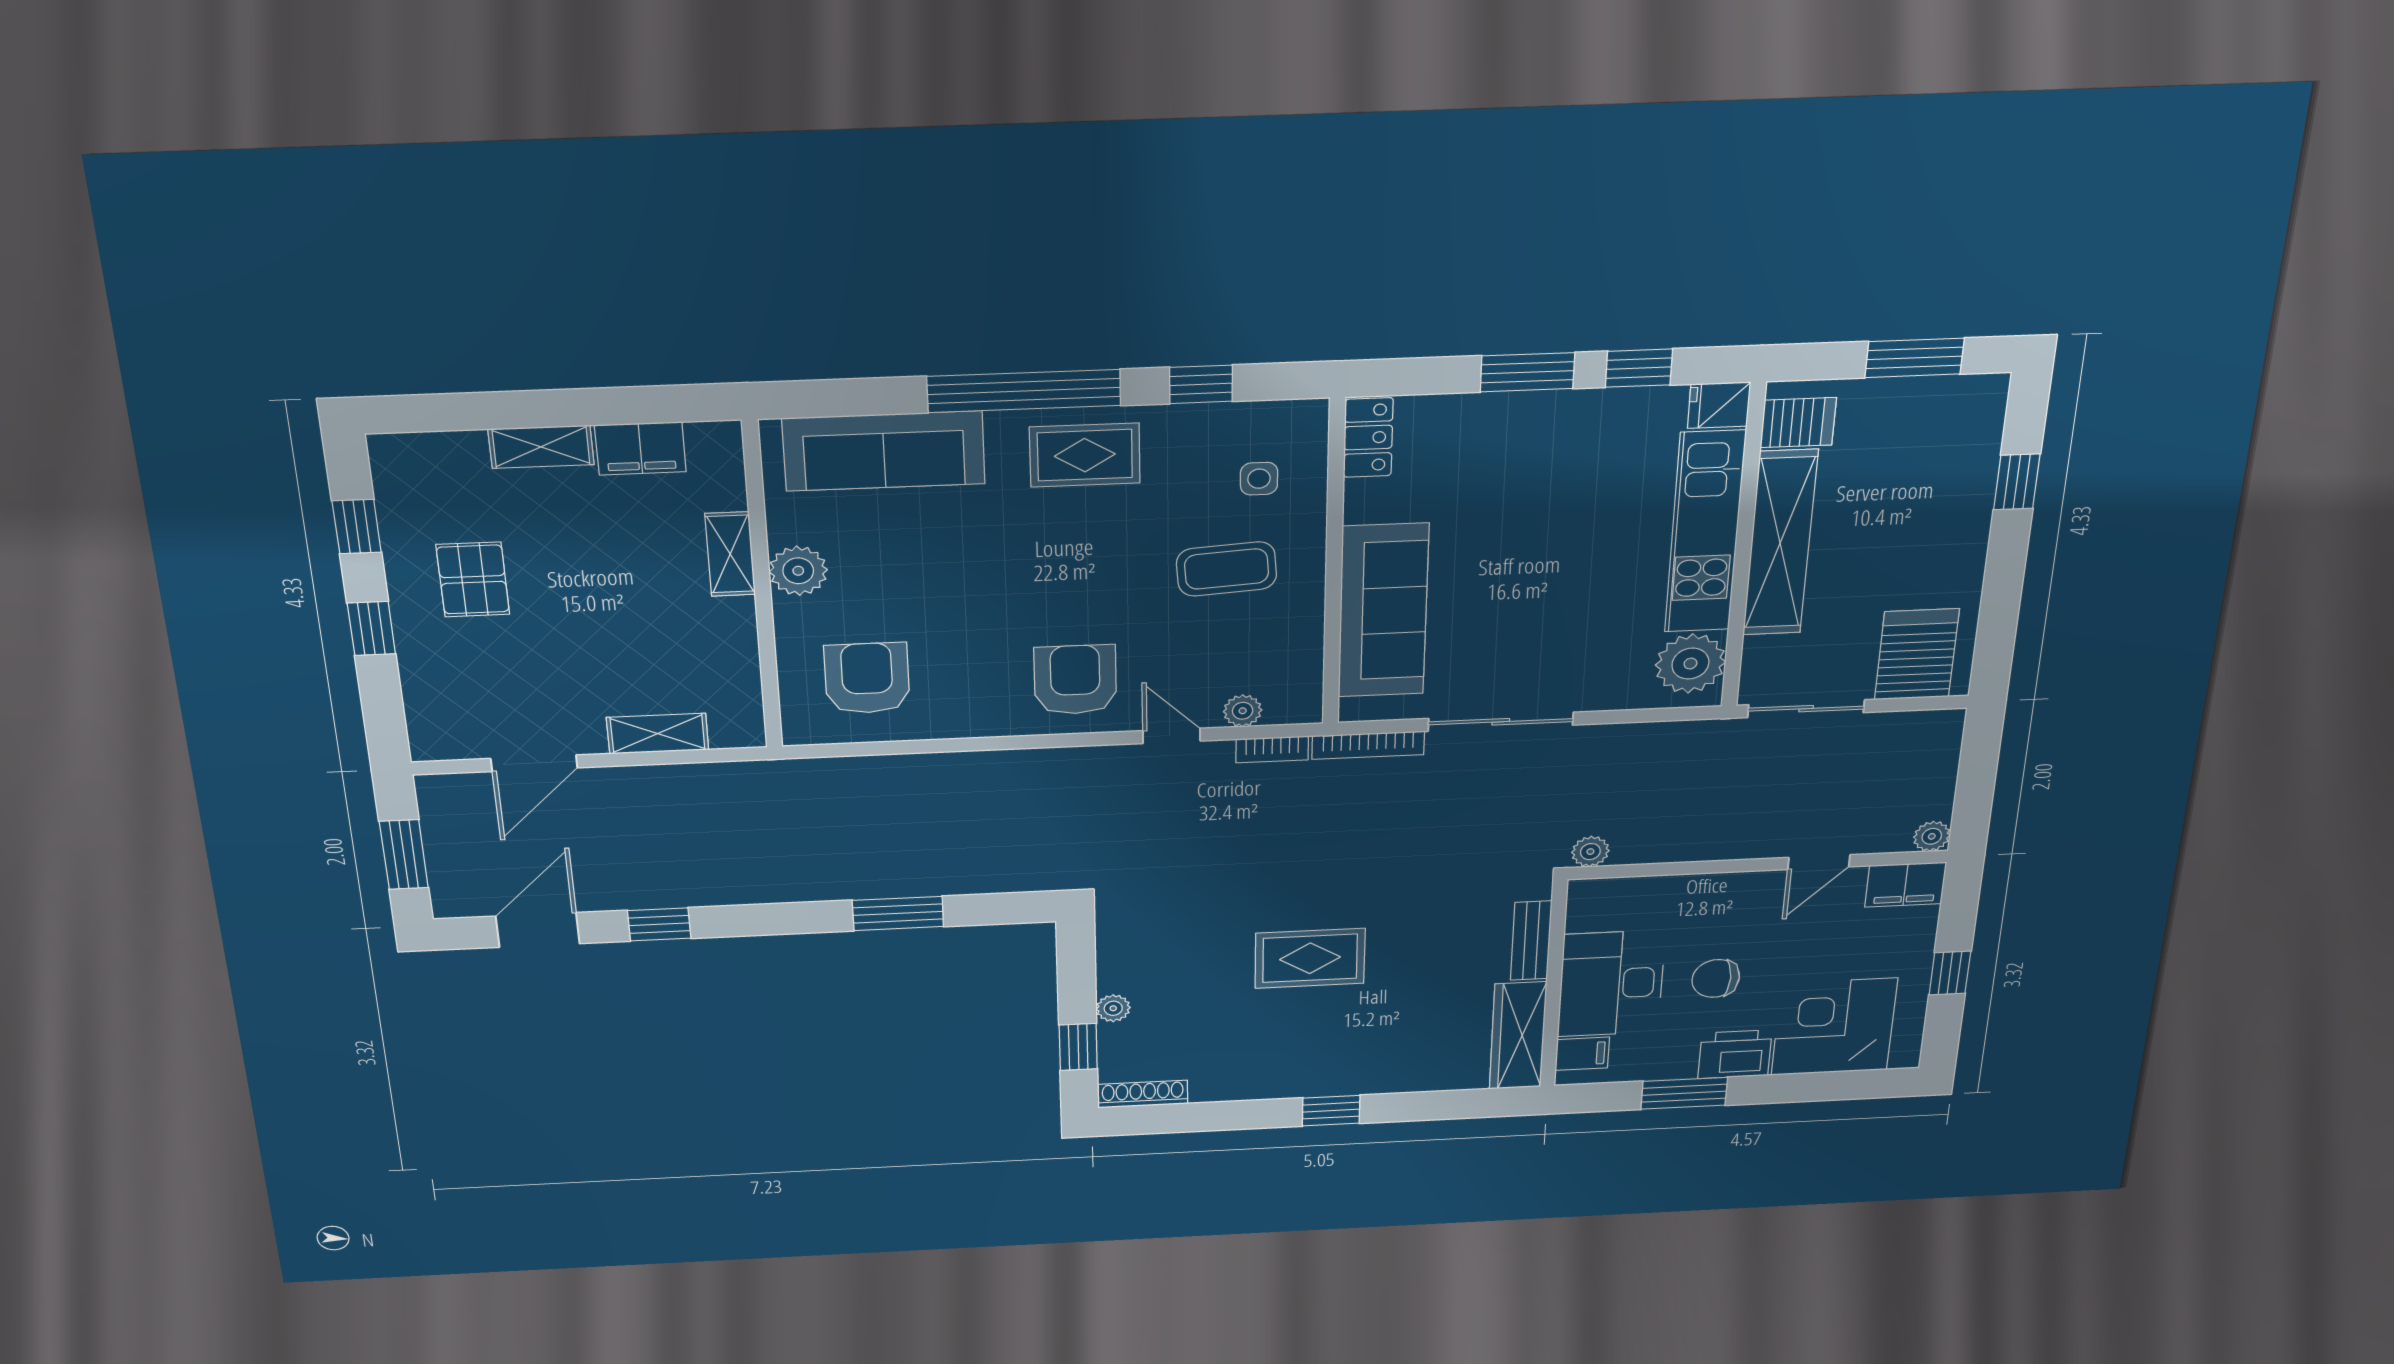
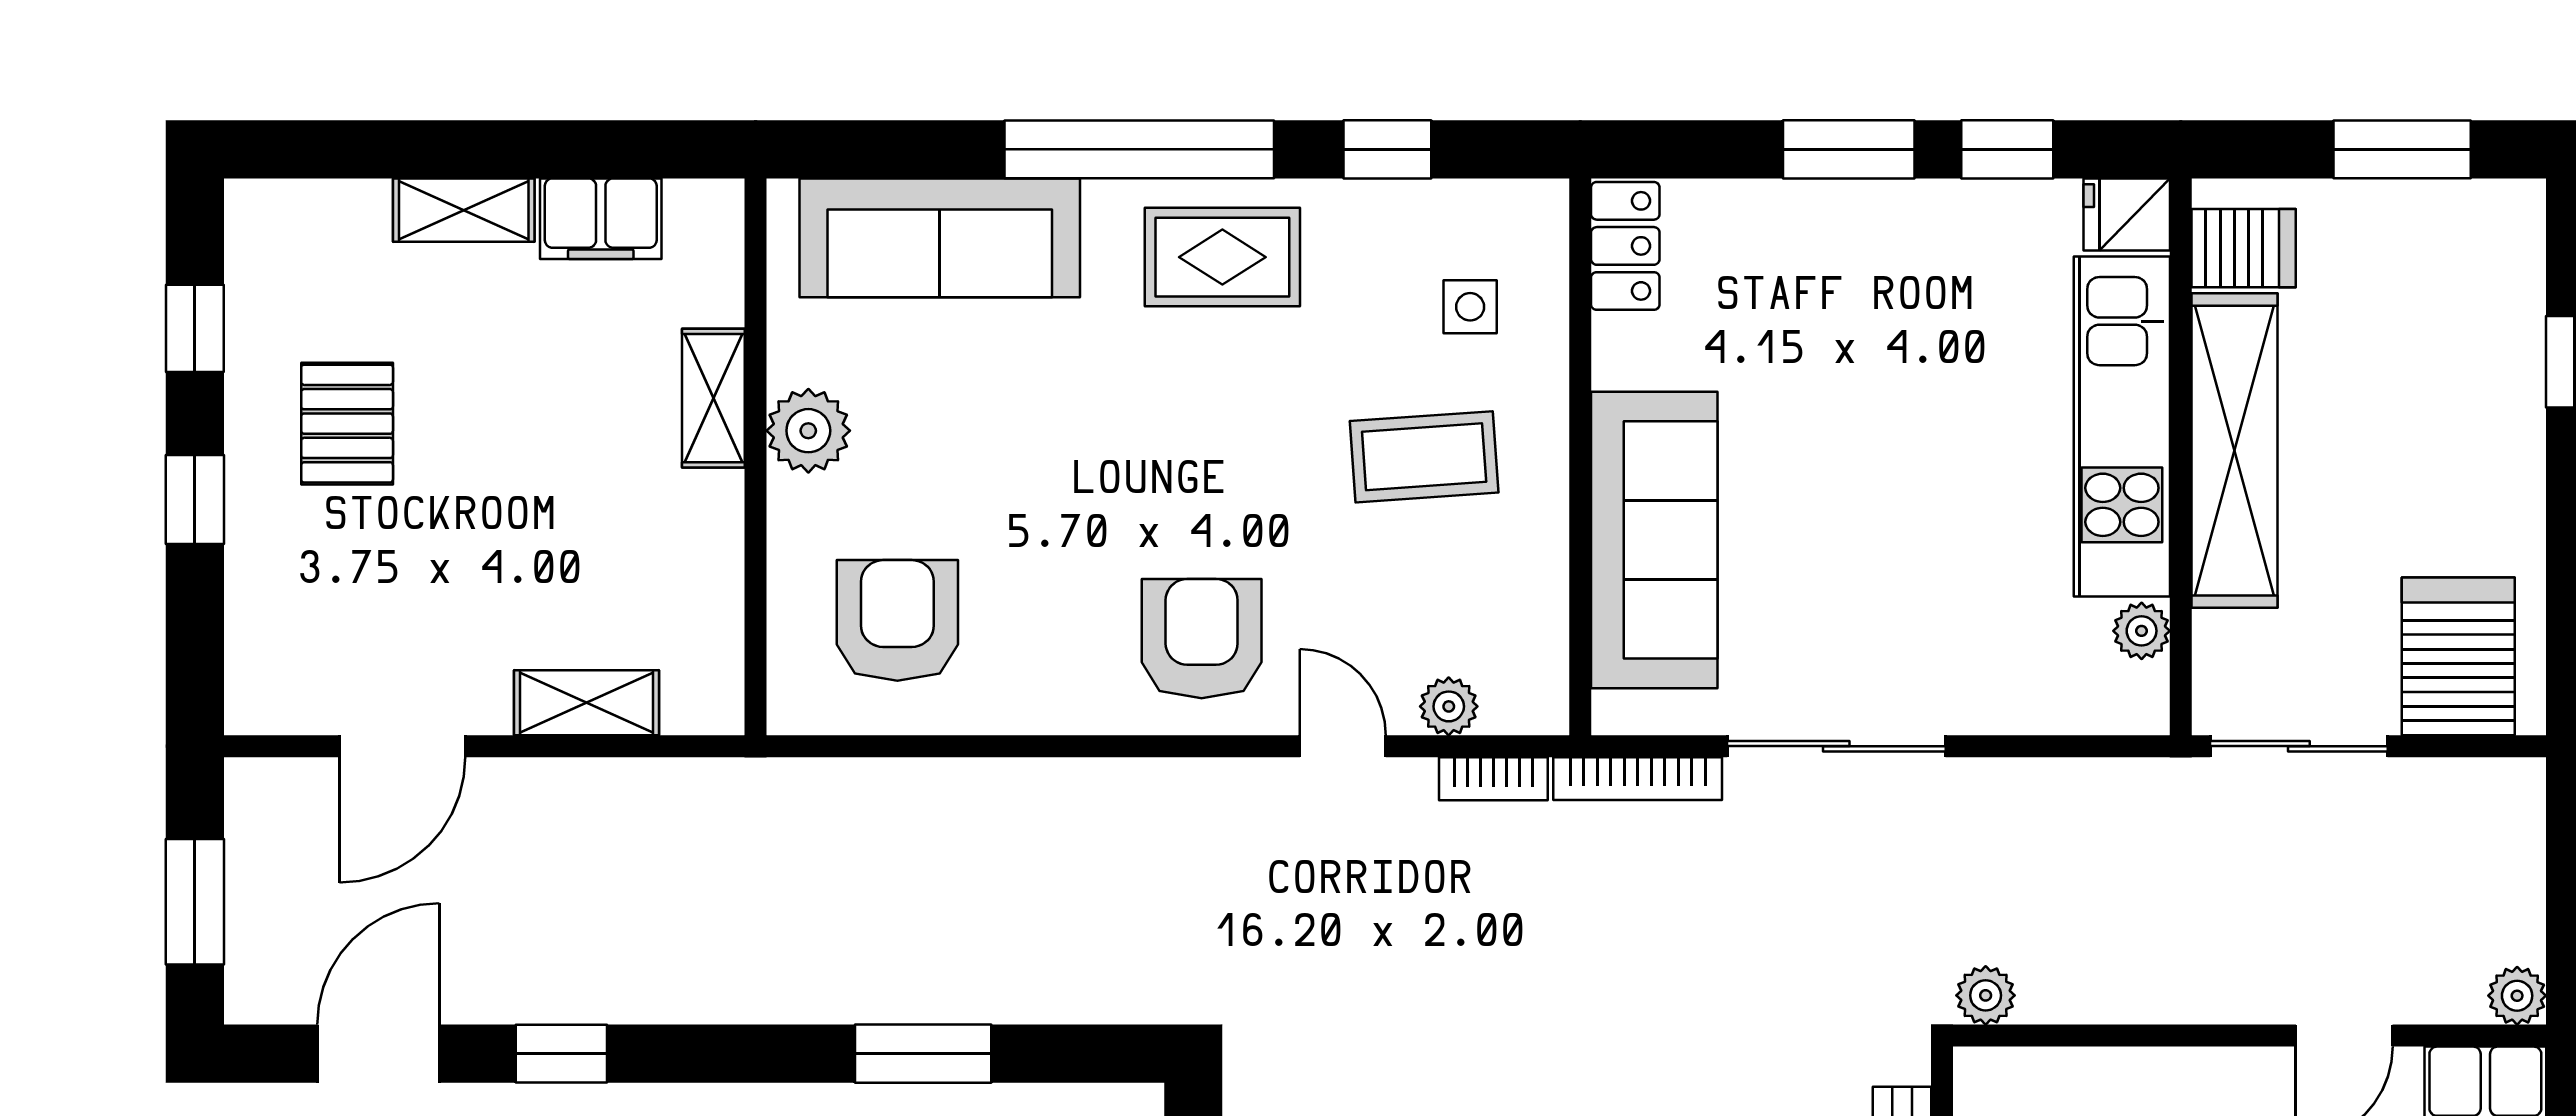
plant: (1690, 664) -> (2142, 631), width x0.53, depth x0.53

